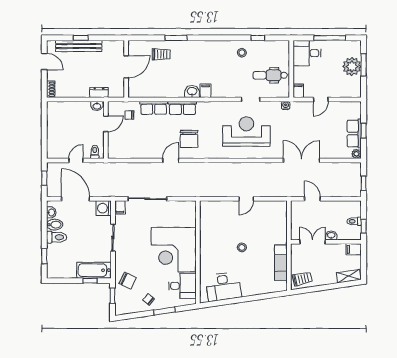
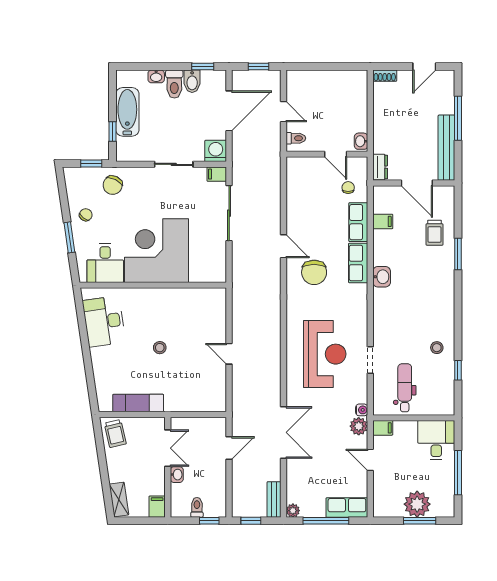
window: (81, 38) -> (458, 118), width x2.17
bench: (79, 46) -> (446, 148), moved
filing cabinet: (206, 91) -> (383, 221), moved
dresser: (99, 93) -> (380, 167), moved
plant: (297, 108) -> (359, 426), added
window: (364, 131) -> (326, 521), width x2.17
row of seats: (354, 133) -> (347, 508), moved
chair: (189, 139) -> (314, 272), turned -90
bench: (349, 167) -> (274, 499), added
washbasin: (51, 212) -> (156, 76), moved
window: (364, 226) -> (209, 521), moved
window: (44, 256) -> (203, 66), moved
bathtub: (94, 270) -> (127, 112), moved

